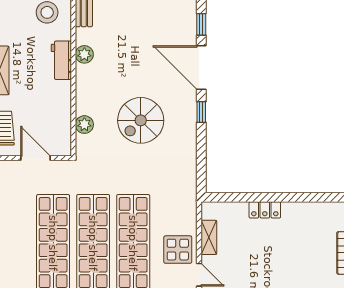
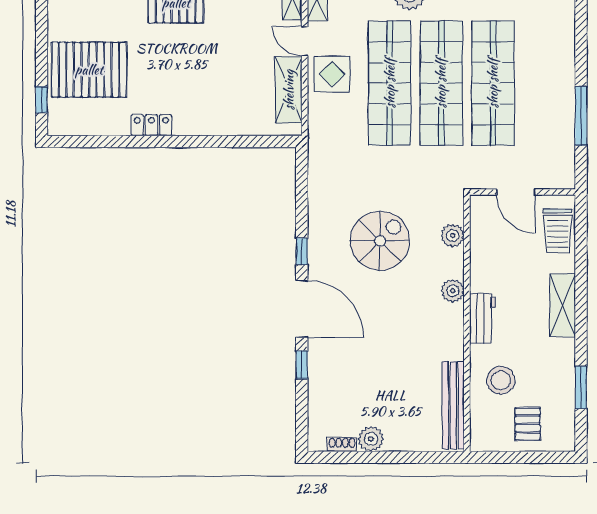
plant: (84, 54) -> (453, 291), moved
locker: (265, 210) -> (151, 125), moved
shelving: (209, 237) -> (289, 90), width x1.50, depth x1.33

